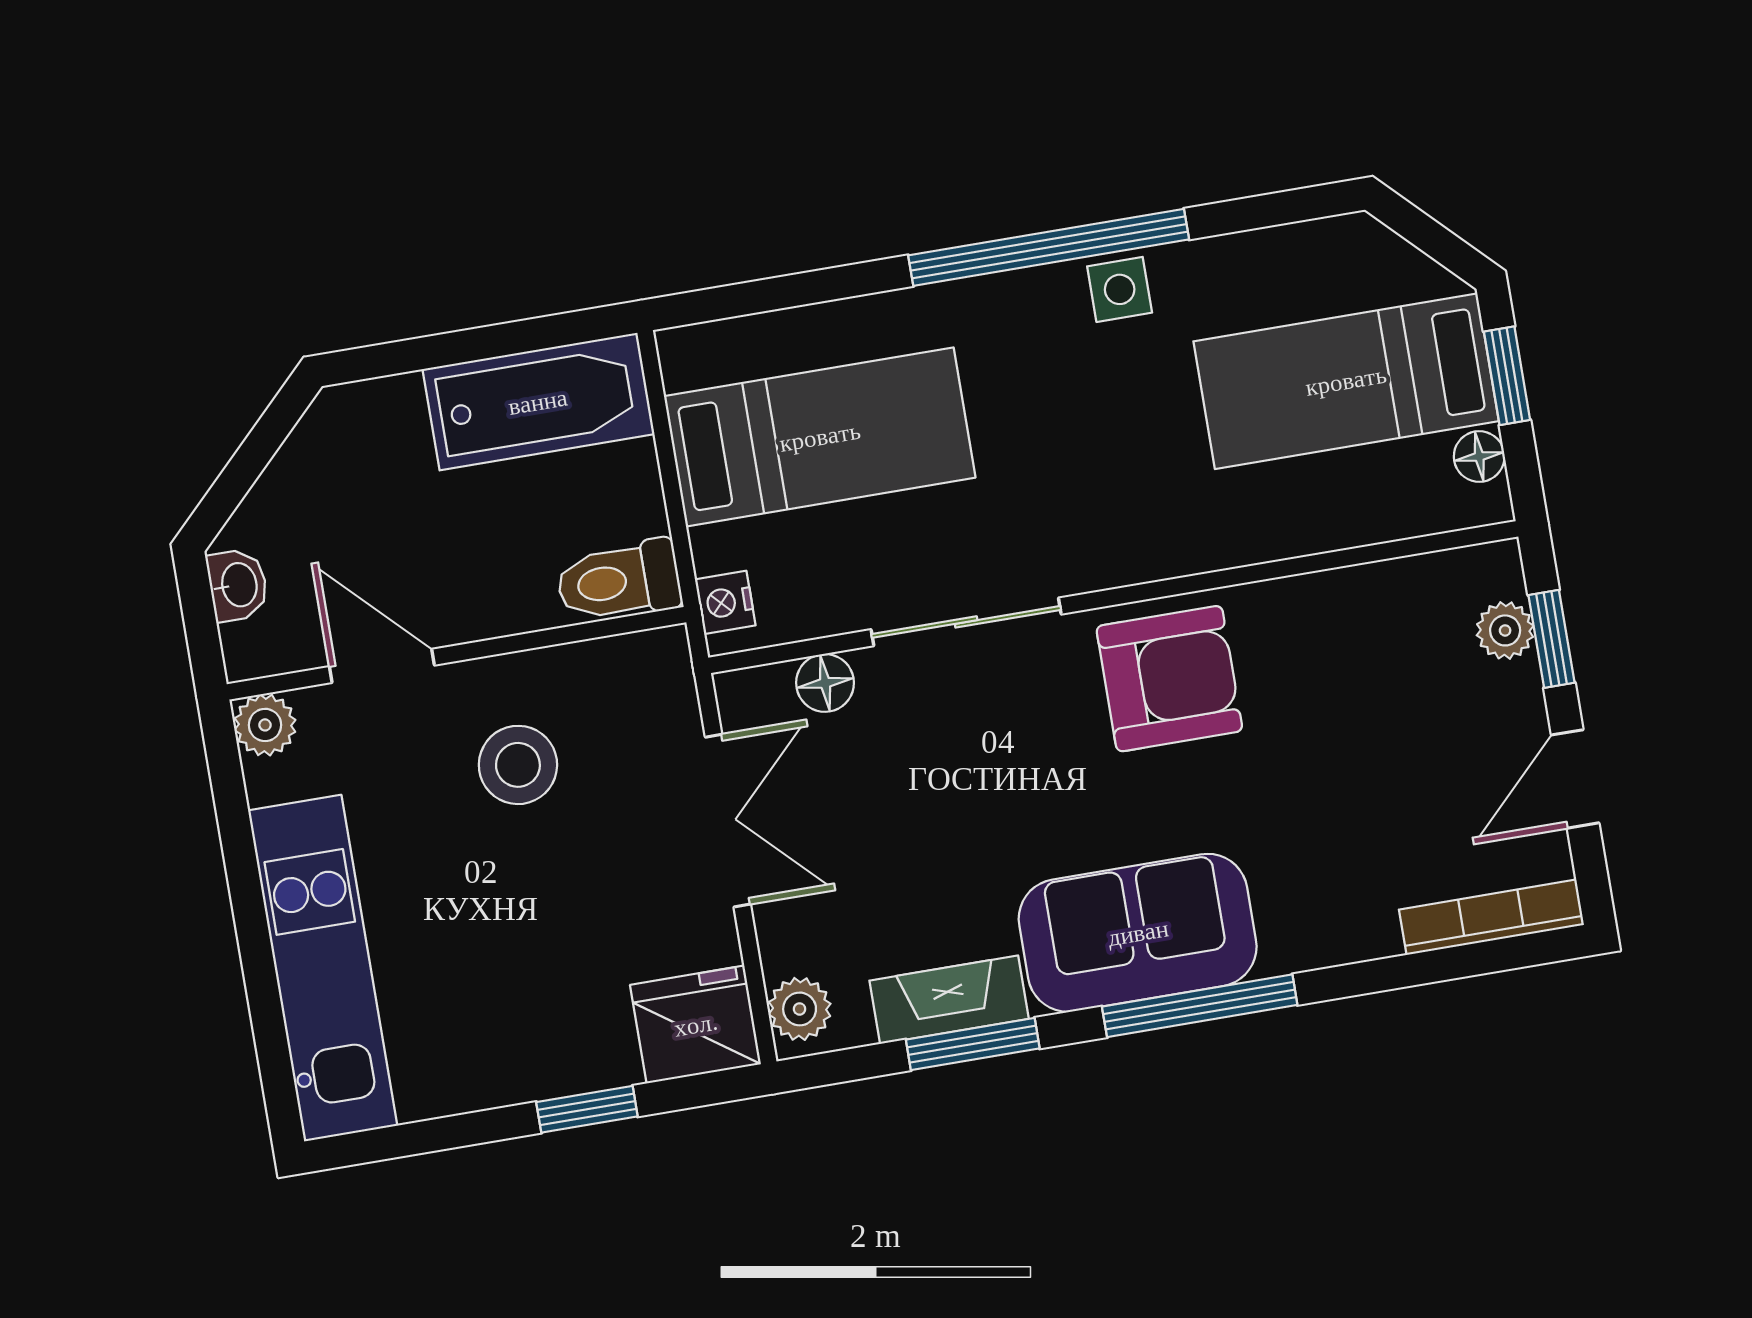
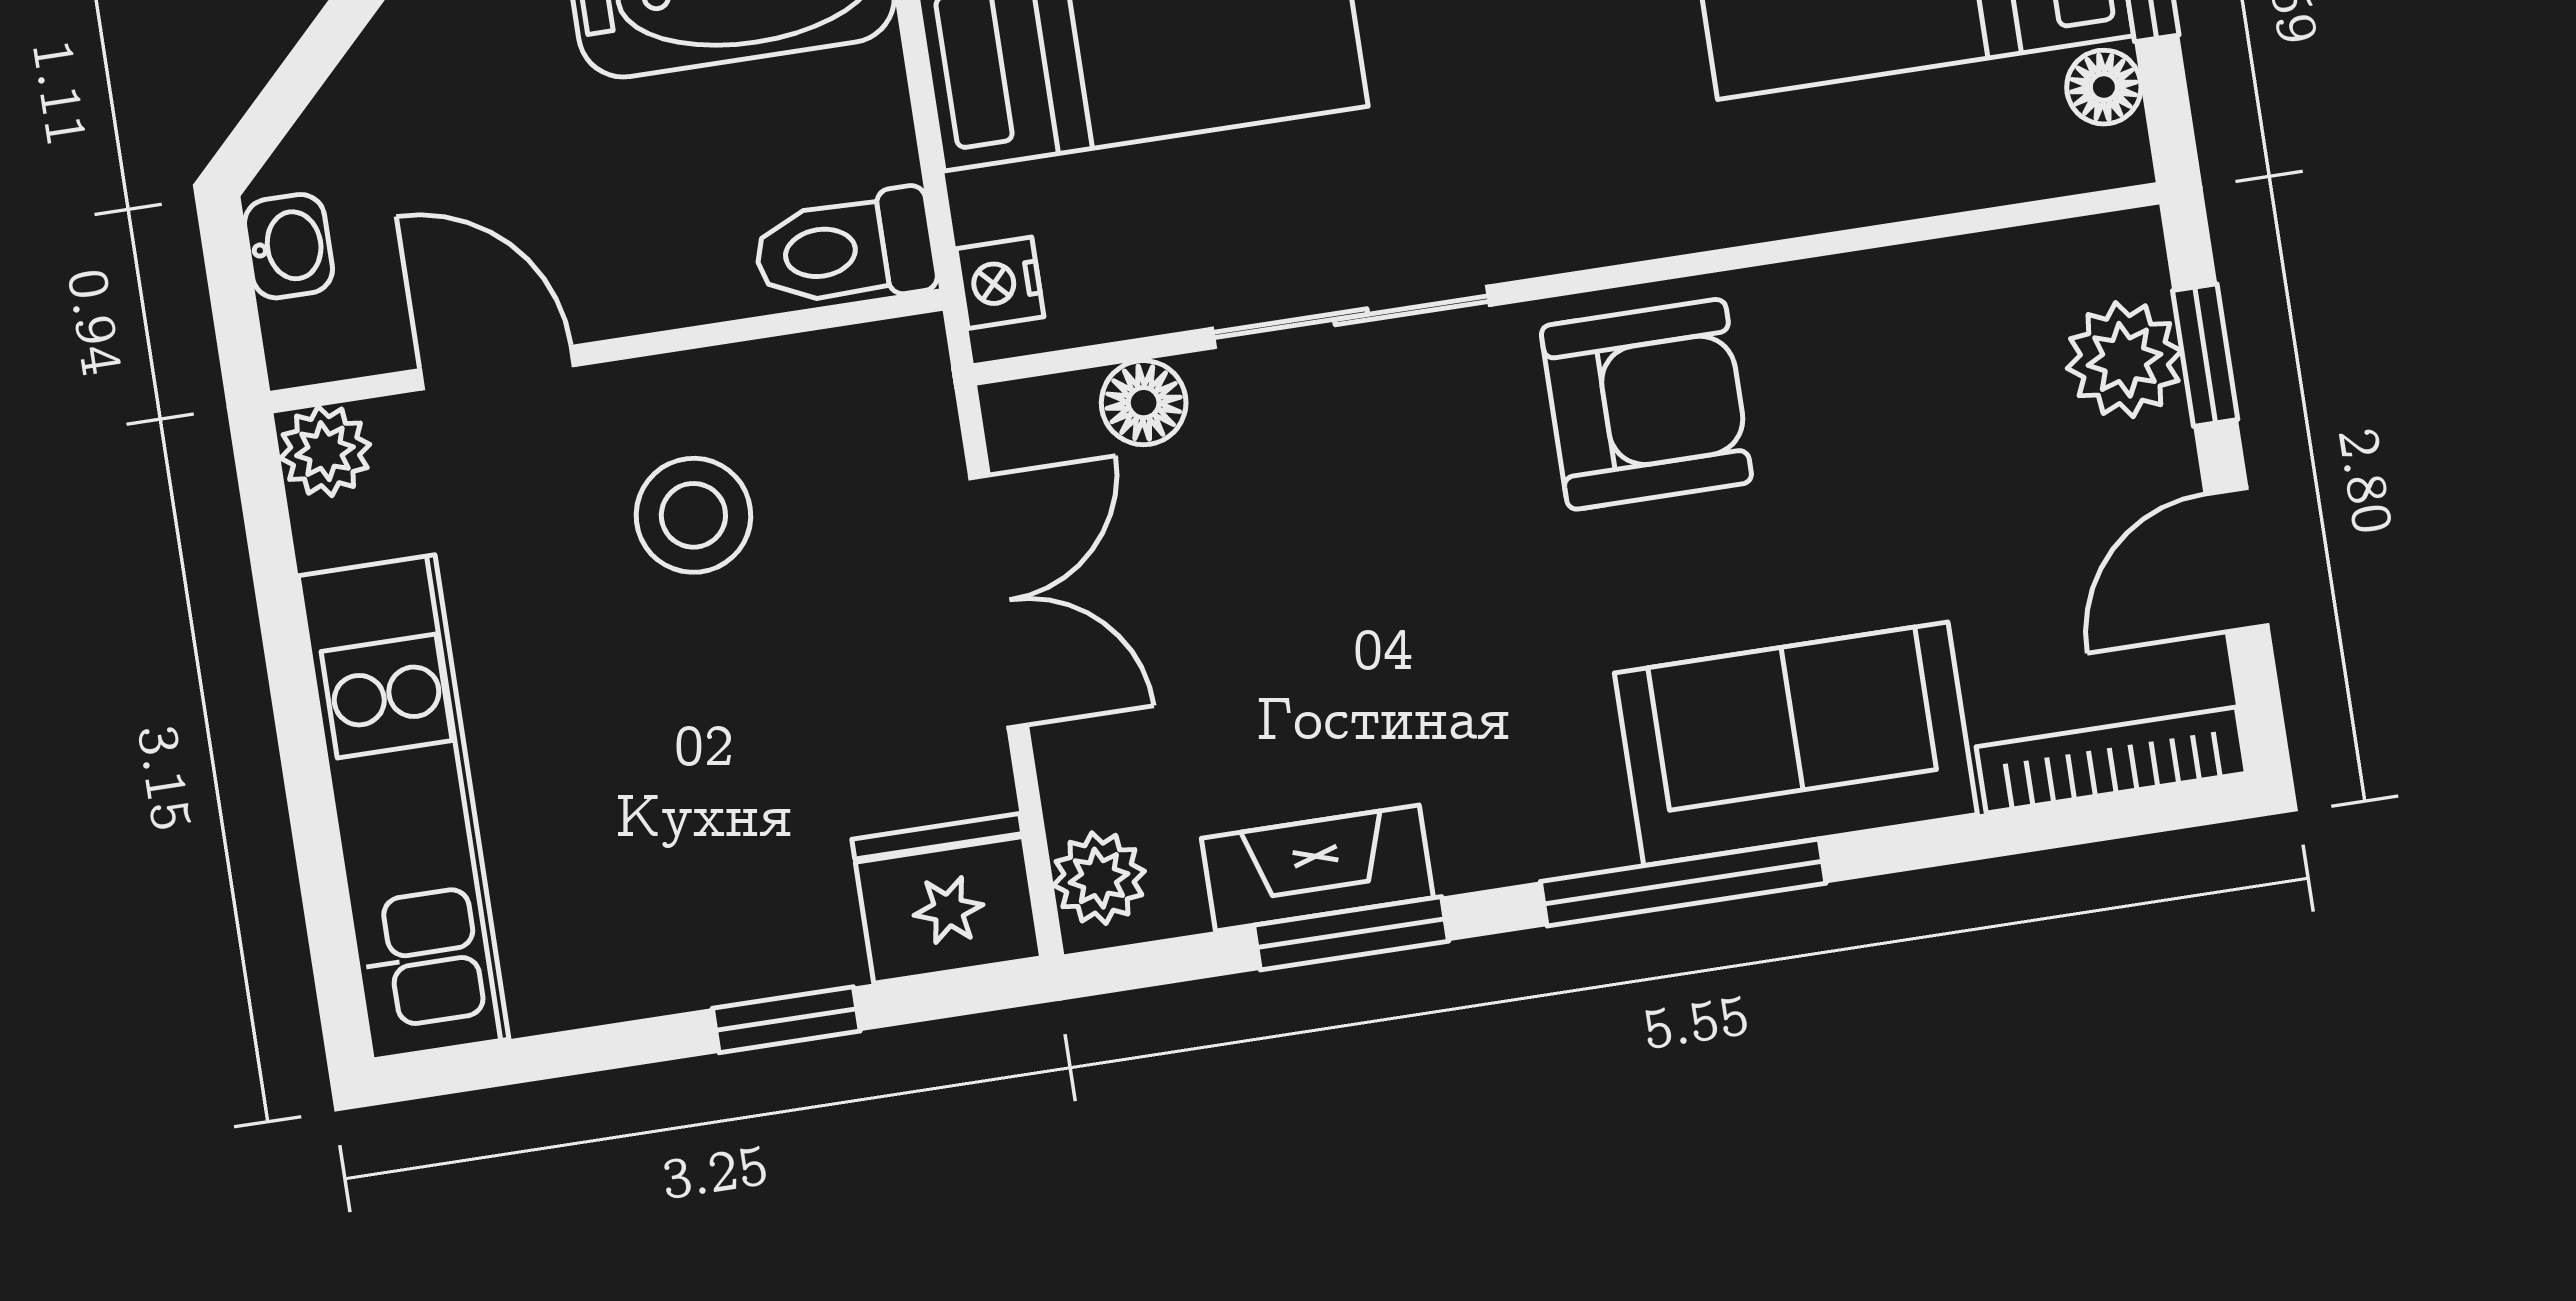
plant: (1505, 630) -> (2124, 360), width x1.38, depth x1.38
sofa: (1138, 933) -> (1796, 744), moved

